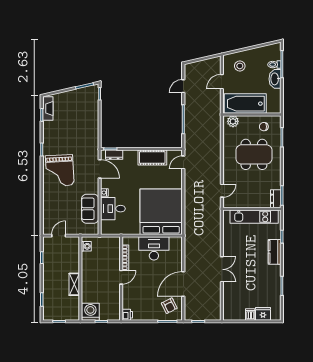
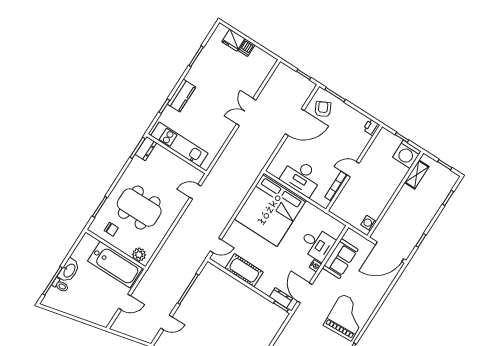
stool: (240, 66) -> (96, 306), removed
door: (59, 236) -> (390, 252), width x1.87
shelving: (74, 284) -> (417, 175), moved

